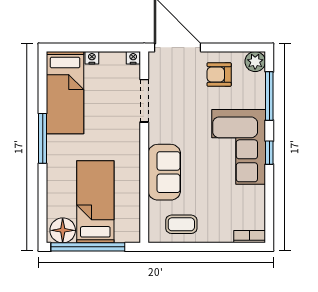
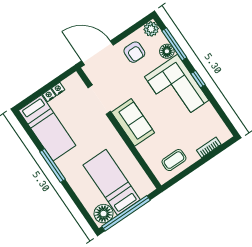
nightstand: (133, 58) -> (58, 89), moved
armchair: (219, 75) -> (134, 52), turned -90
floor lamp: (256, 98) -> (167, 51), added
sofa: (164, 172) -> (133, 122), moved
bookcase: (250, 237) -> (209, 147), moved

